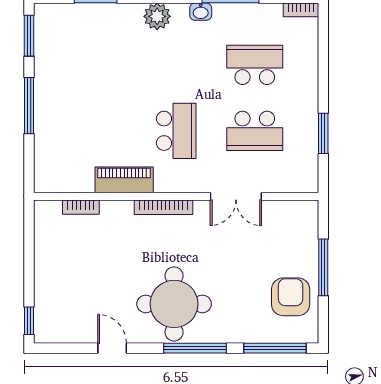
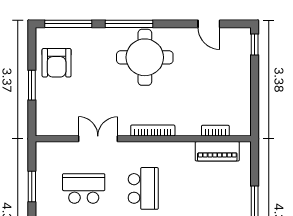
school desk: (176, 131) -> (143, 188), turned 180
piano: (124, 180) -> (217, 151), moved
window: (323, 267) -> (32, 85), width x0.69
door: (112, 348) -> (209, 24), moved

